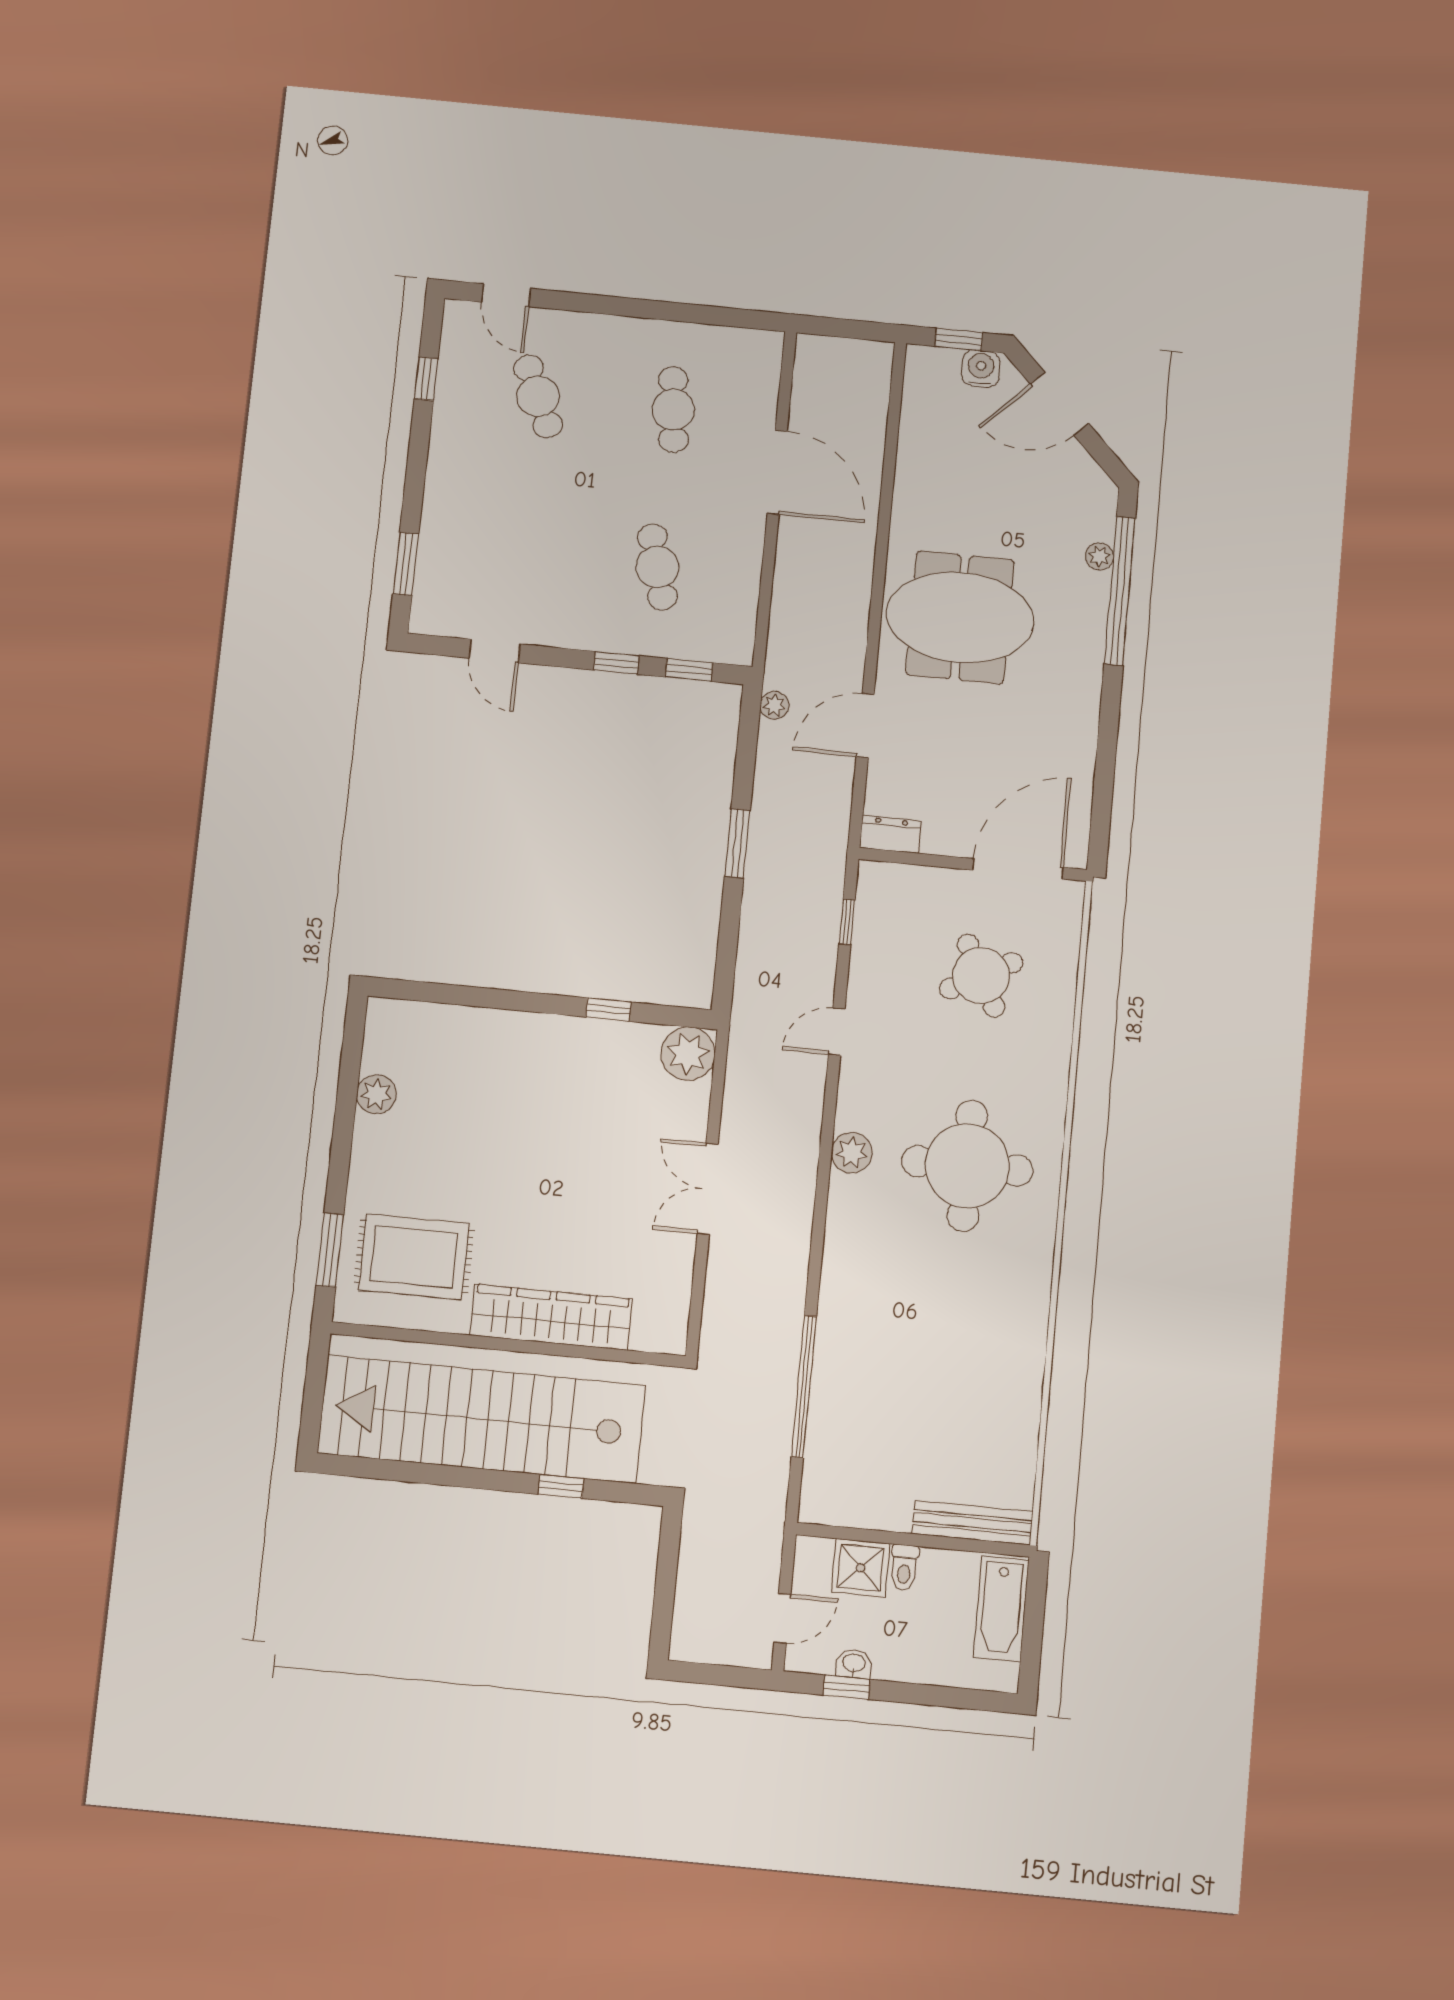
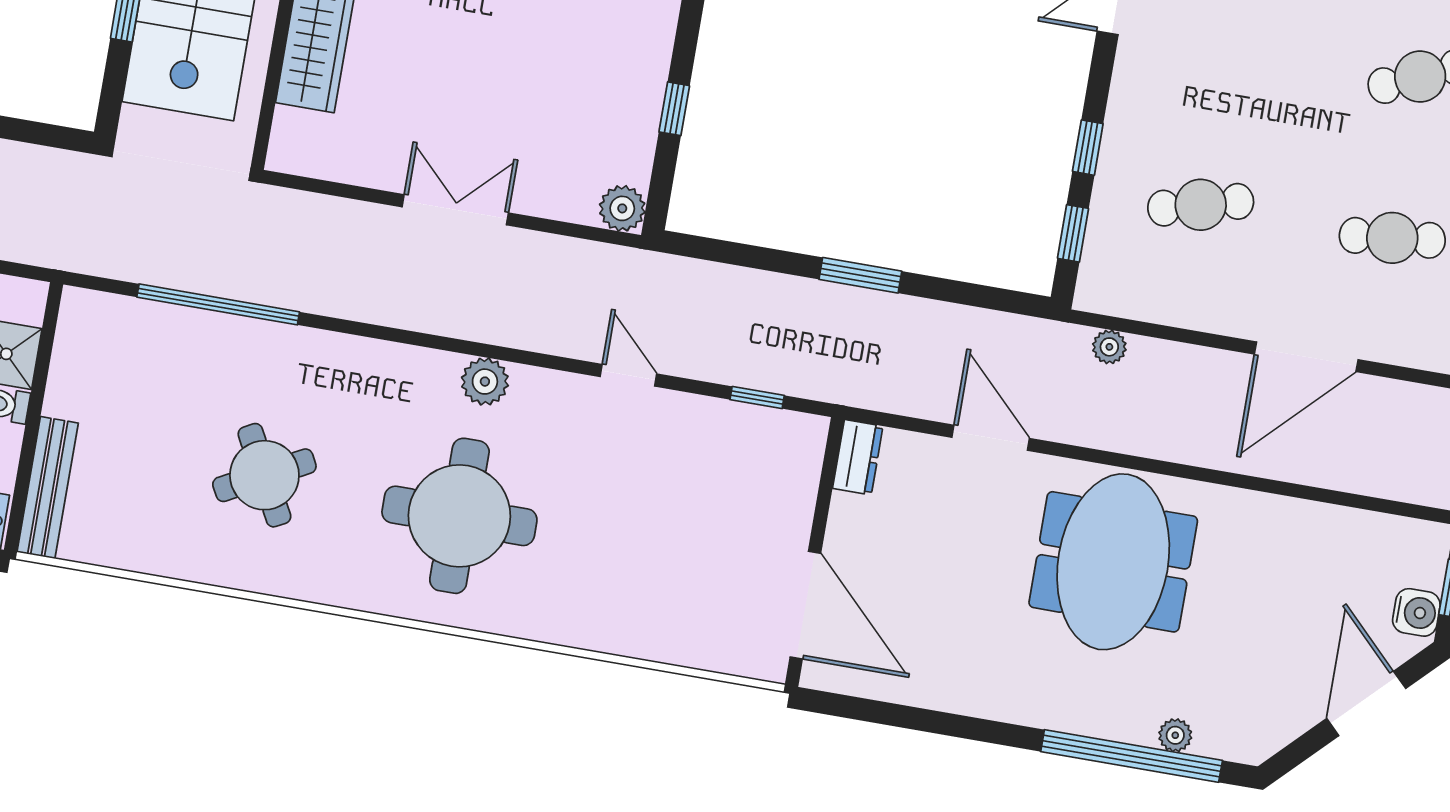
plant: (775, 705) -> (1109, 347), moved
round table: (981, 976) -> (264, 475), moved
plant: (688, 1054) -> (622, 208), width x0.73, depth x0.73

